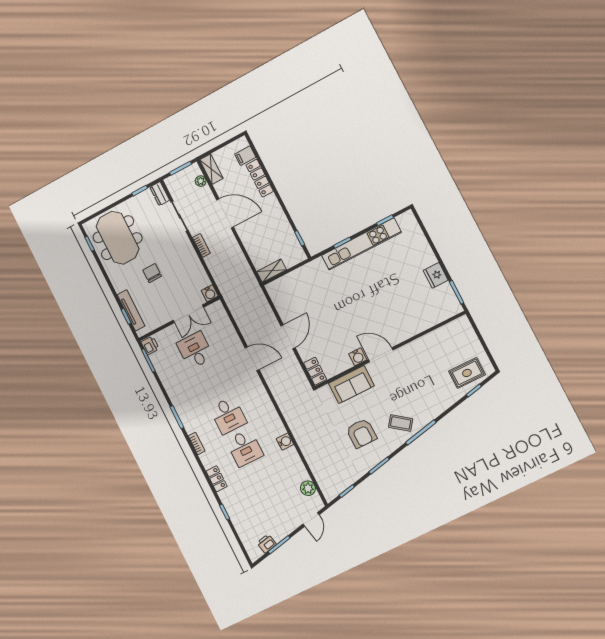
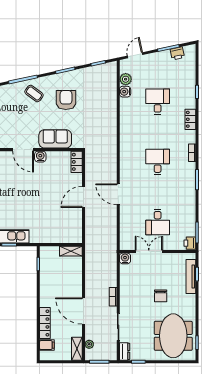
water cooler: (285, 442) -> (125, 92), moved
desk: (245, 448) -> (158, 102), moved

